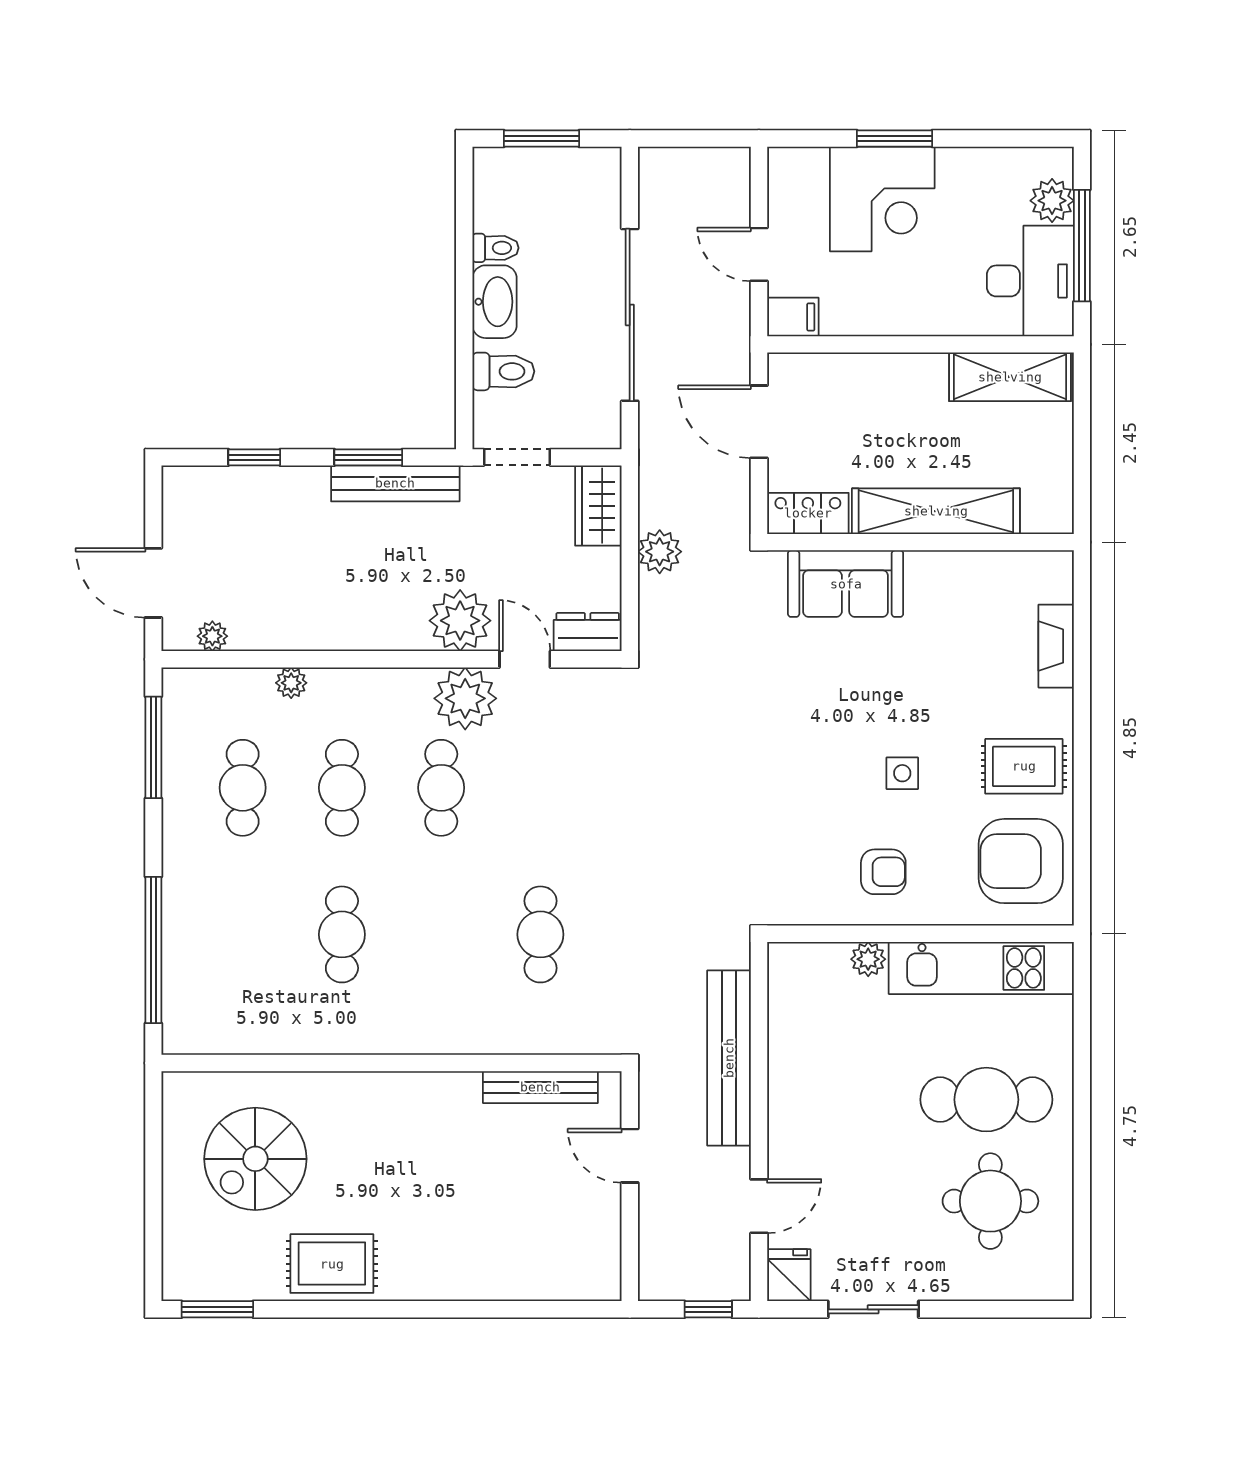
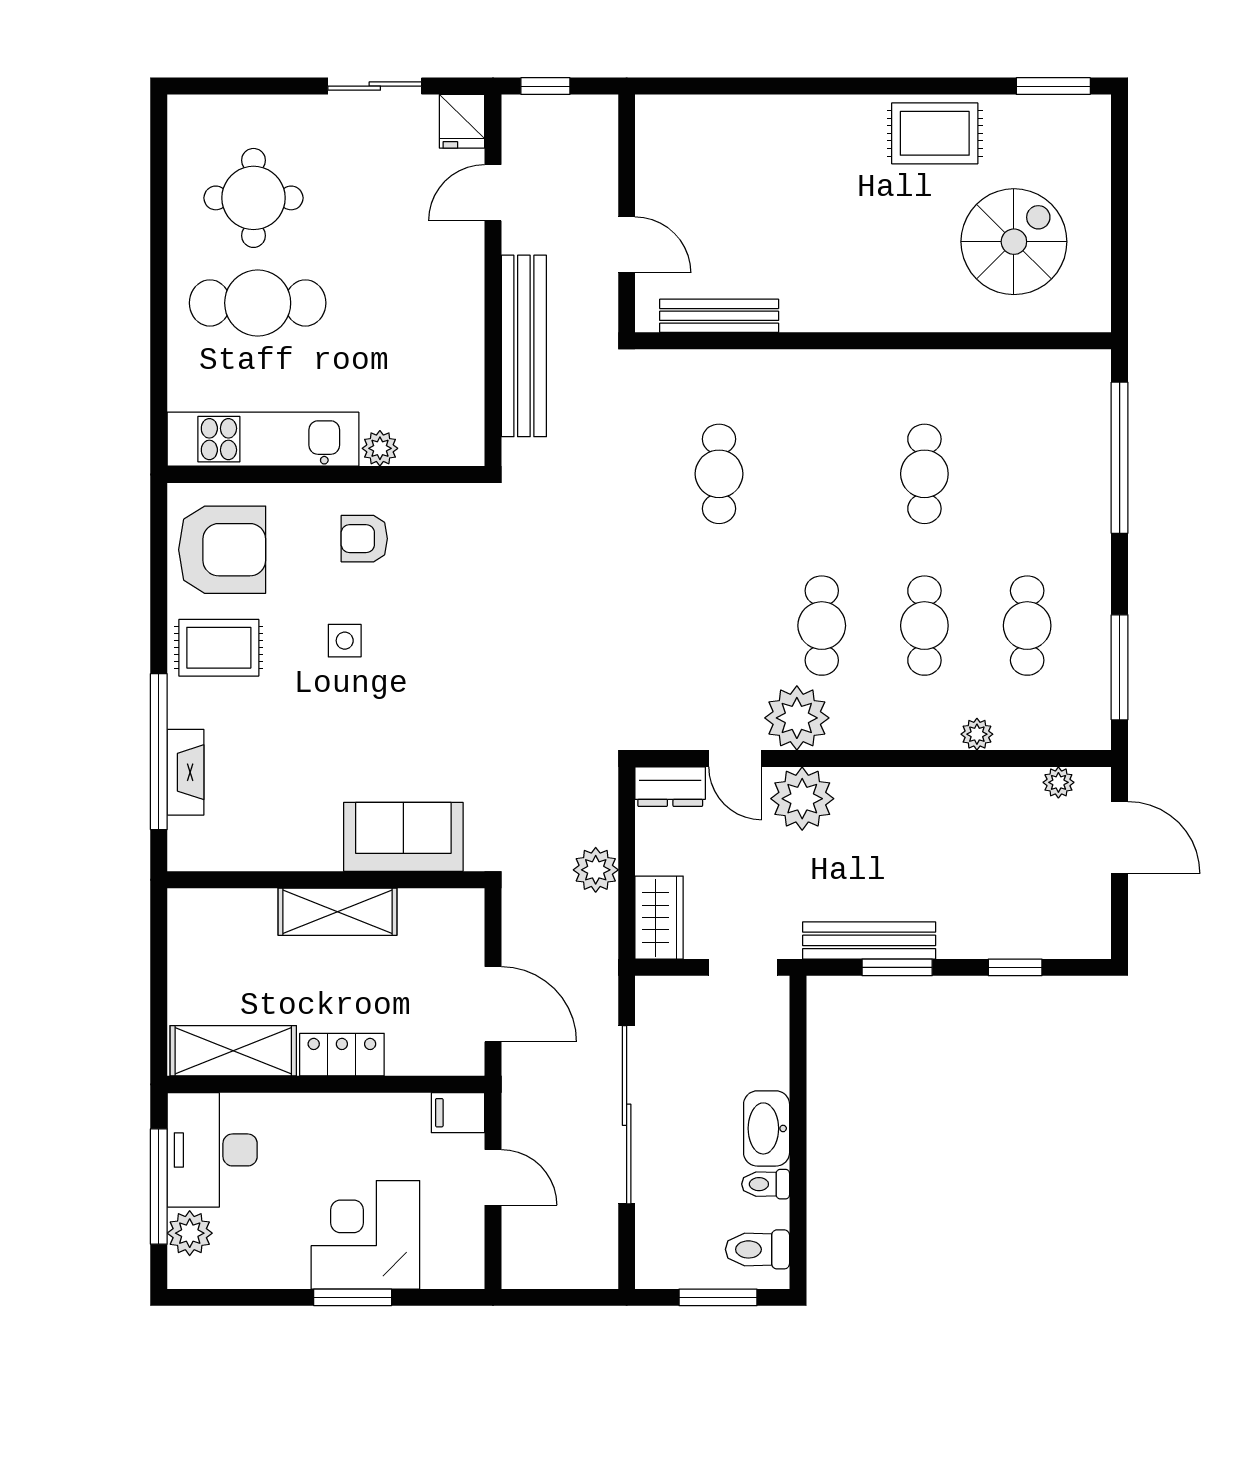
toilet: (503, 371) -> (757, 1249), moved
shelving: (936, 511) -> (338, 912), width x0.68
locker: (808, 513) -> (342, 1055), moved, turned 180
window: (1082, 666) -> (159, 752), added

